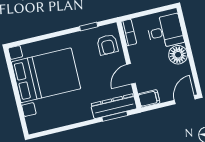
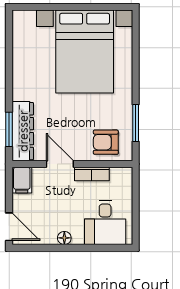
window: (89, 27) -> (136, 123), width x1.50
bookcase: (129, 32) -> (92, 174), moved
floor lamp: (178, 55) -> (64, 238), width x0.53, depth x0.53

